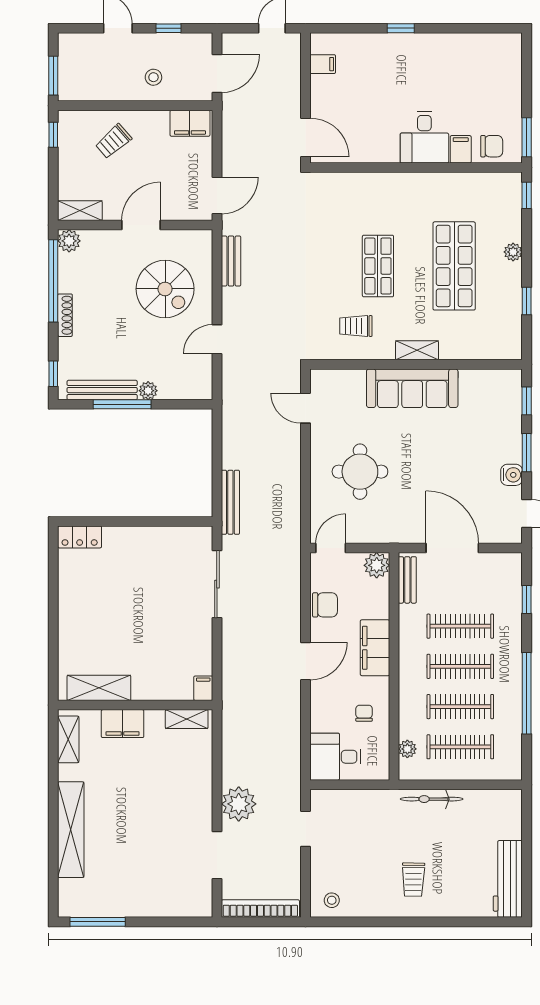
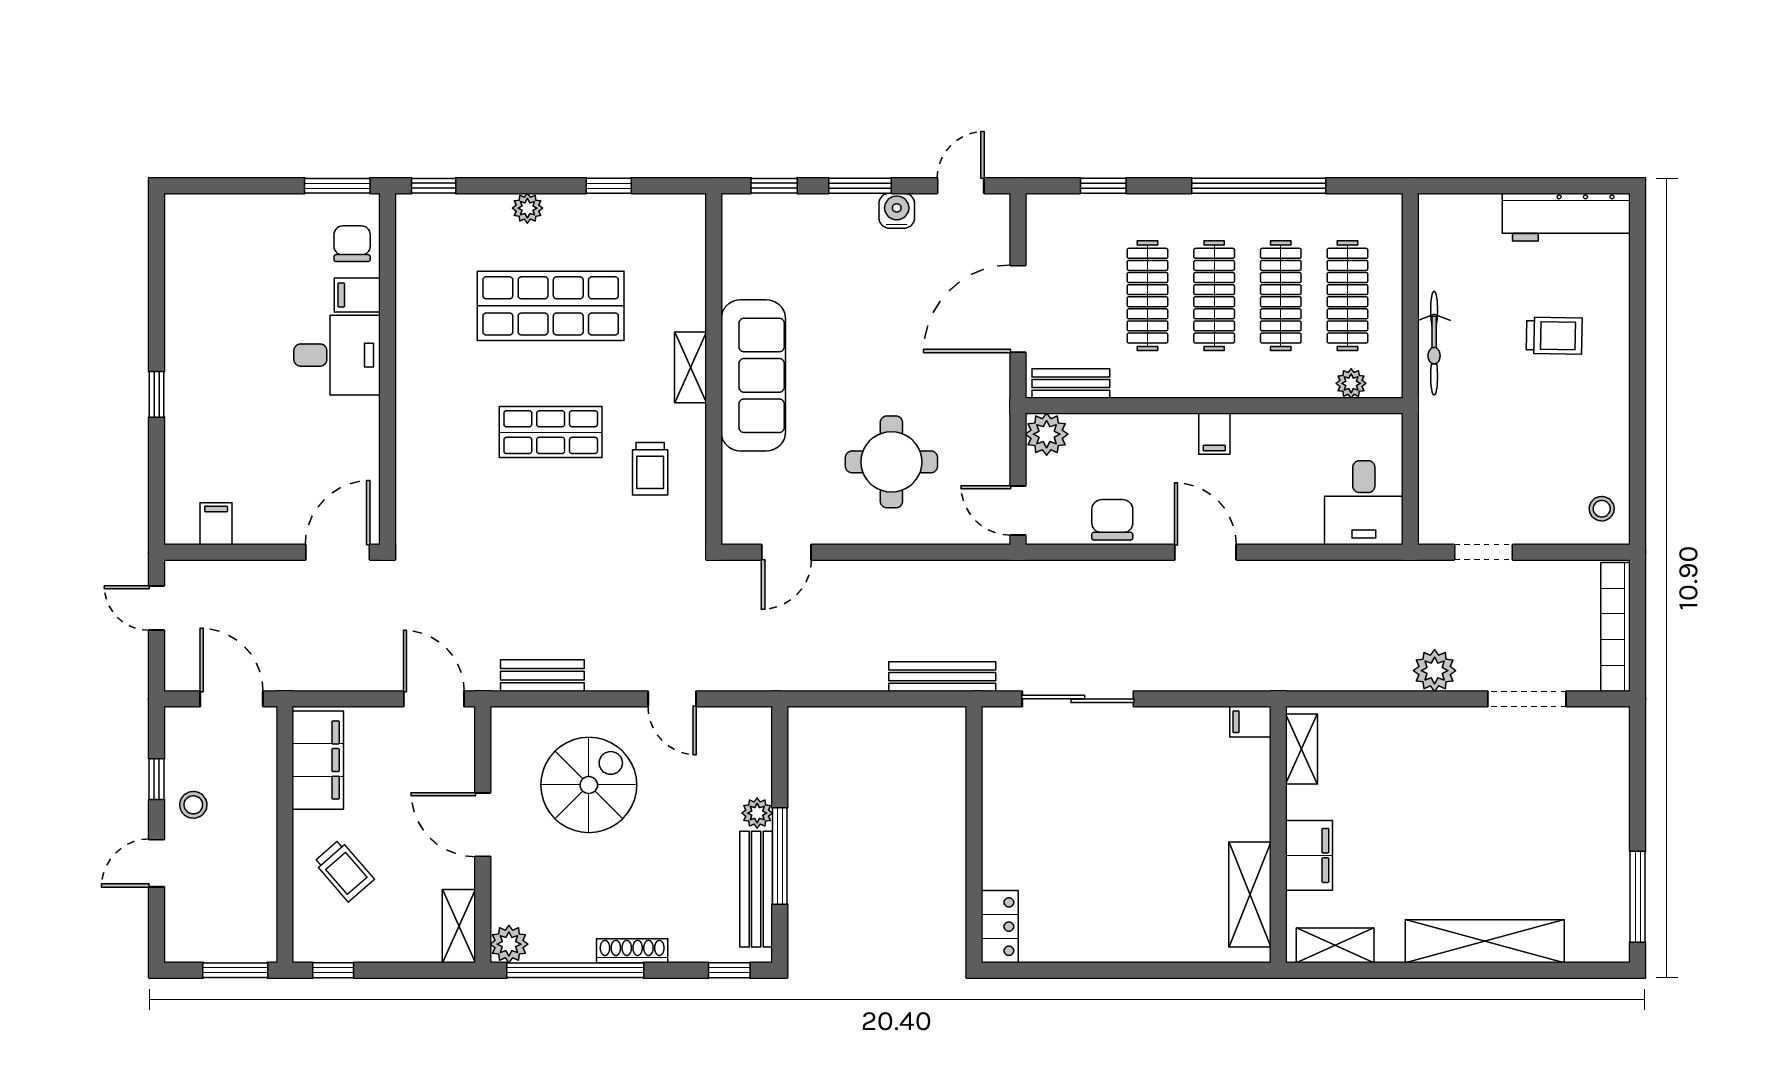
stool: (153, 77) -> (193, 805), moved
filing cabinet: (190, 123) -> (318, 760), width x1.50, depth x1.17
filing cabinet: (375, 648) -> (1214, 434), width x0.33, depth x0.86
chair: (364, 713) -> (1292, 455), removed
plant: (239, 804) -> (1435, 671), width x0.73, depth x0.73
trolley: (413, 880) -> (1554, 336), moved

